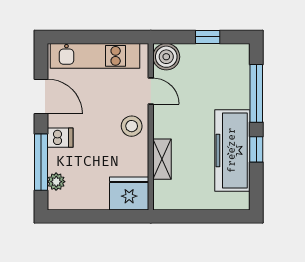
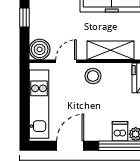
dishwasher: (60, 138) -> (120, 131), moved
shelving: (162, 159) -> (111, 50), width x1.50, depth x1.33

